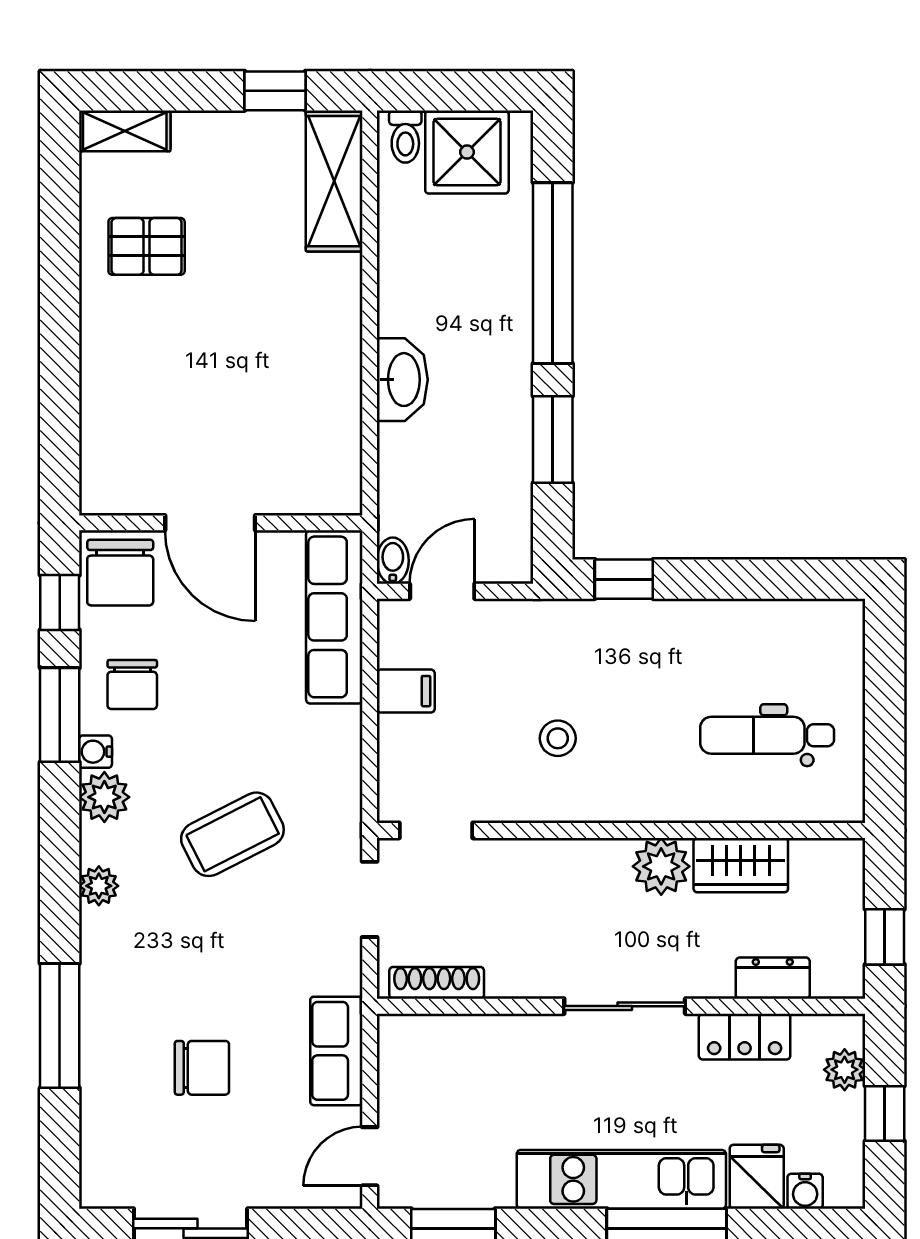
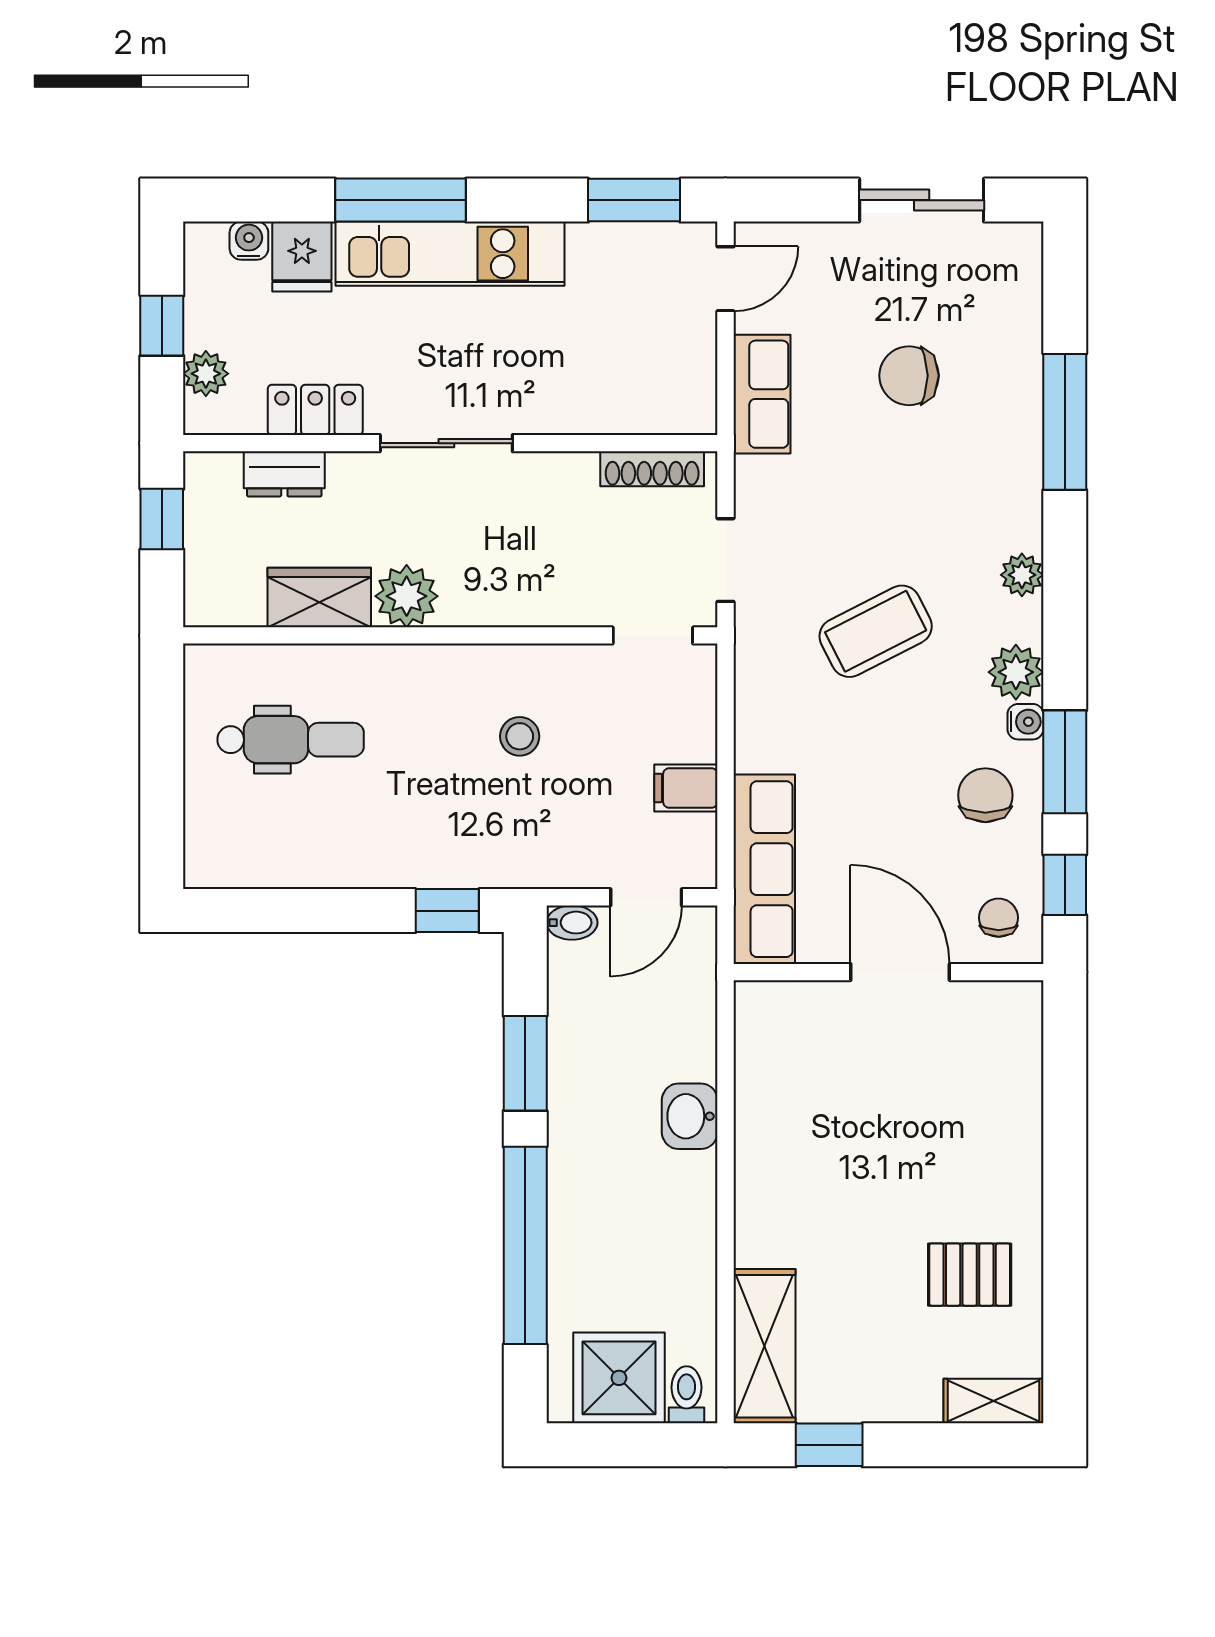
washbasin: (402, 380) -> (690, 1116), width x0.72
bidet: (393, 561) -> (572, 923), moved, turned -90
chair: (120, 573) -> (999, 918), width x0.54, depth x0.54

